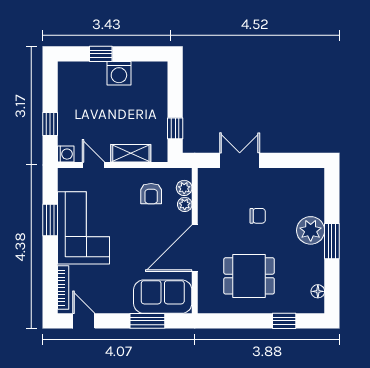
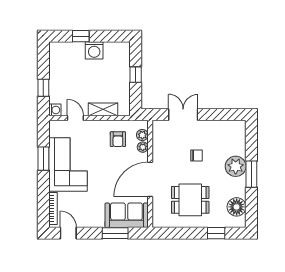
window: (175, 128) -> (136, 75), moved
floor lamp: (318, 291) -> (237, 207), width x1.89, depth x1.89

